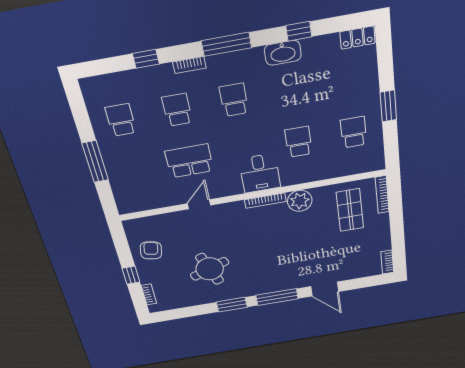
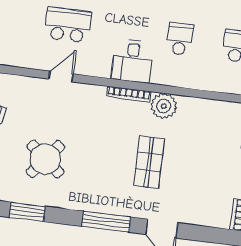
shop shelf: (350, 210) -> (149, 162), moved
round table: (210, 269) -> (45, 159), turned -31
window: (232, 305) -> (27, 212), moved

